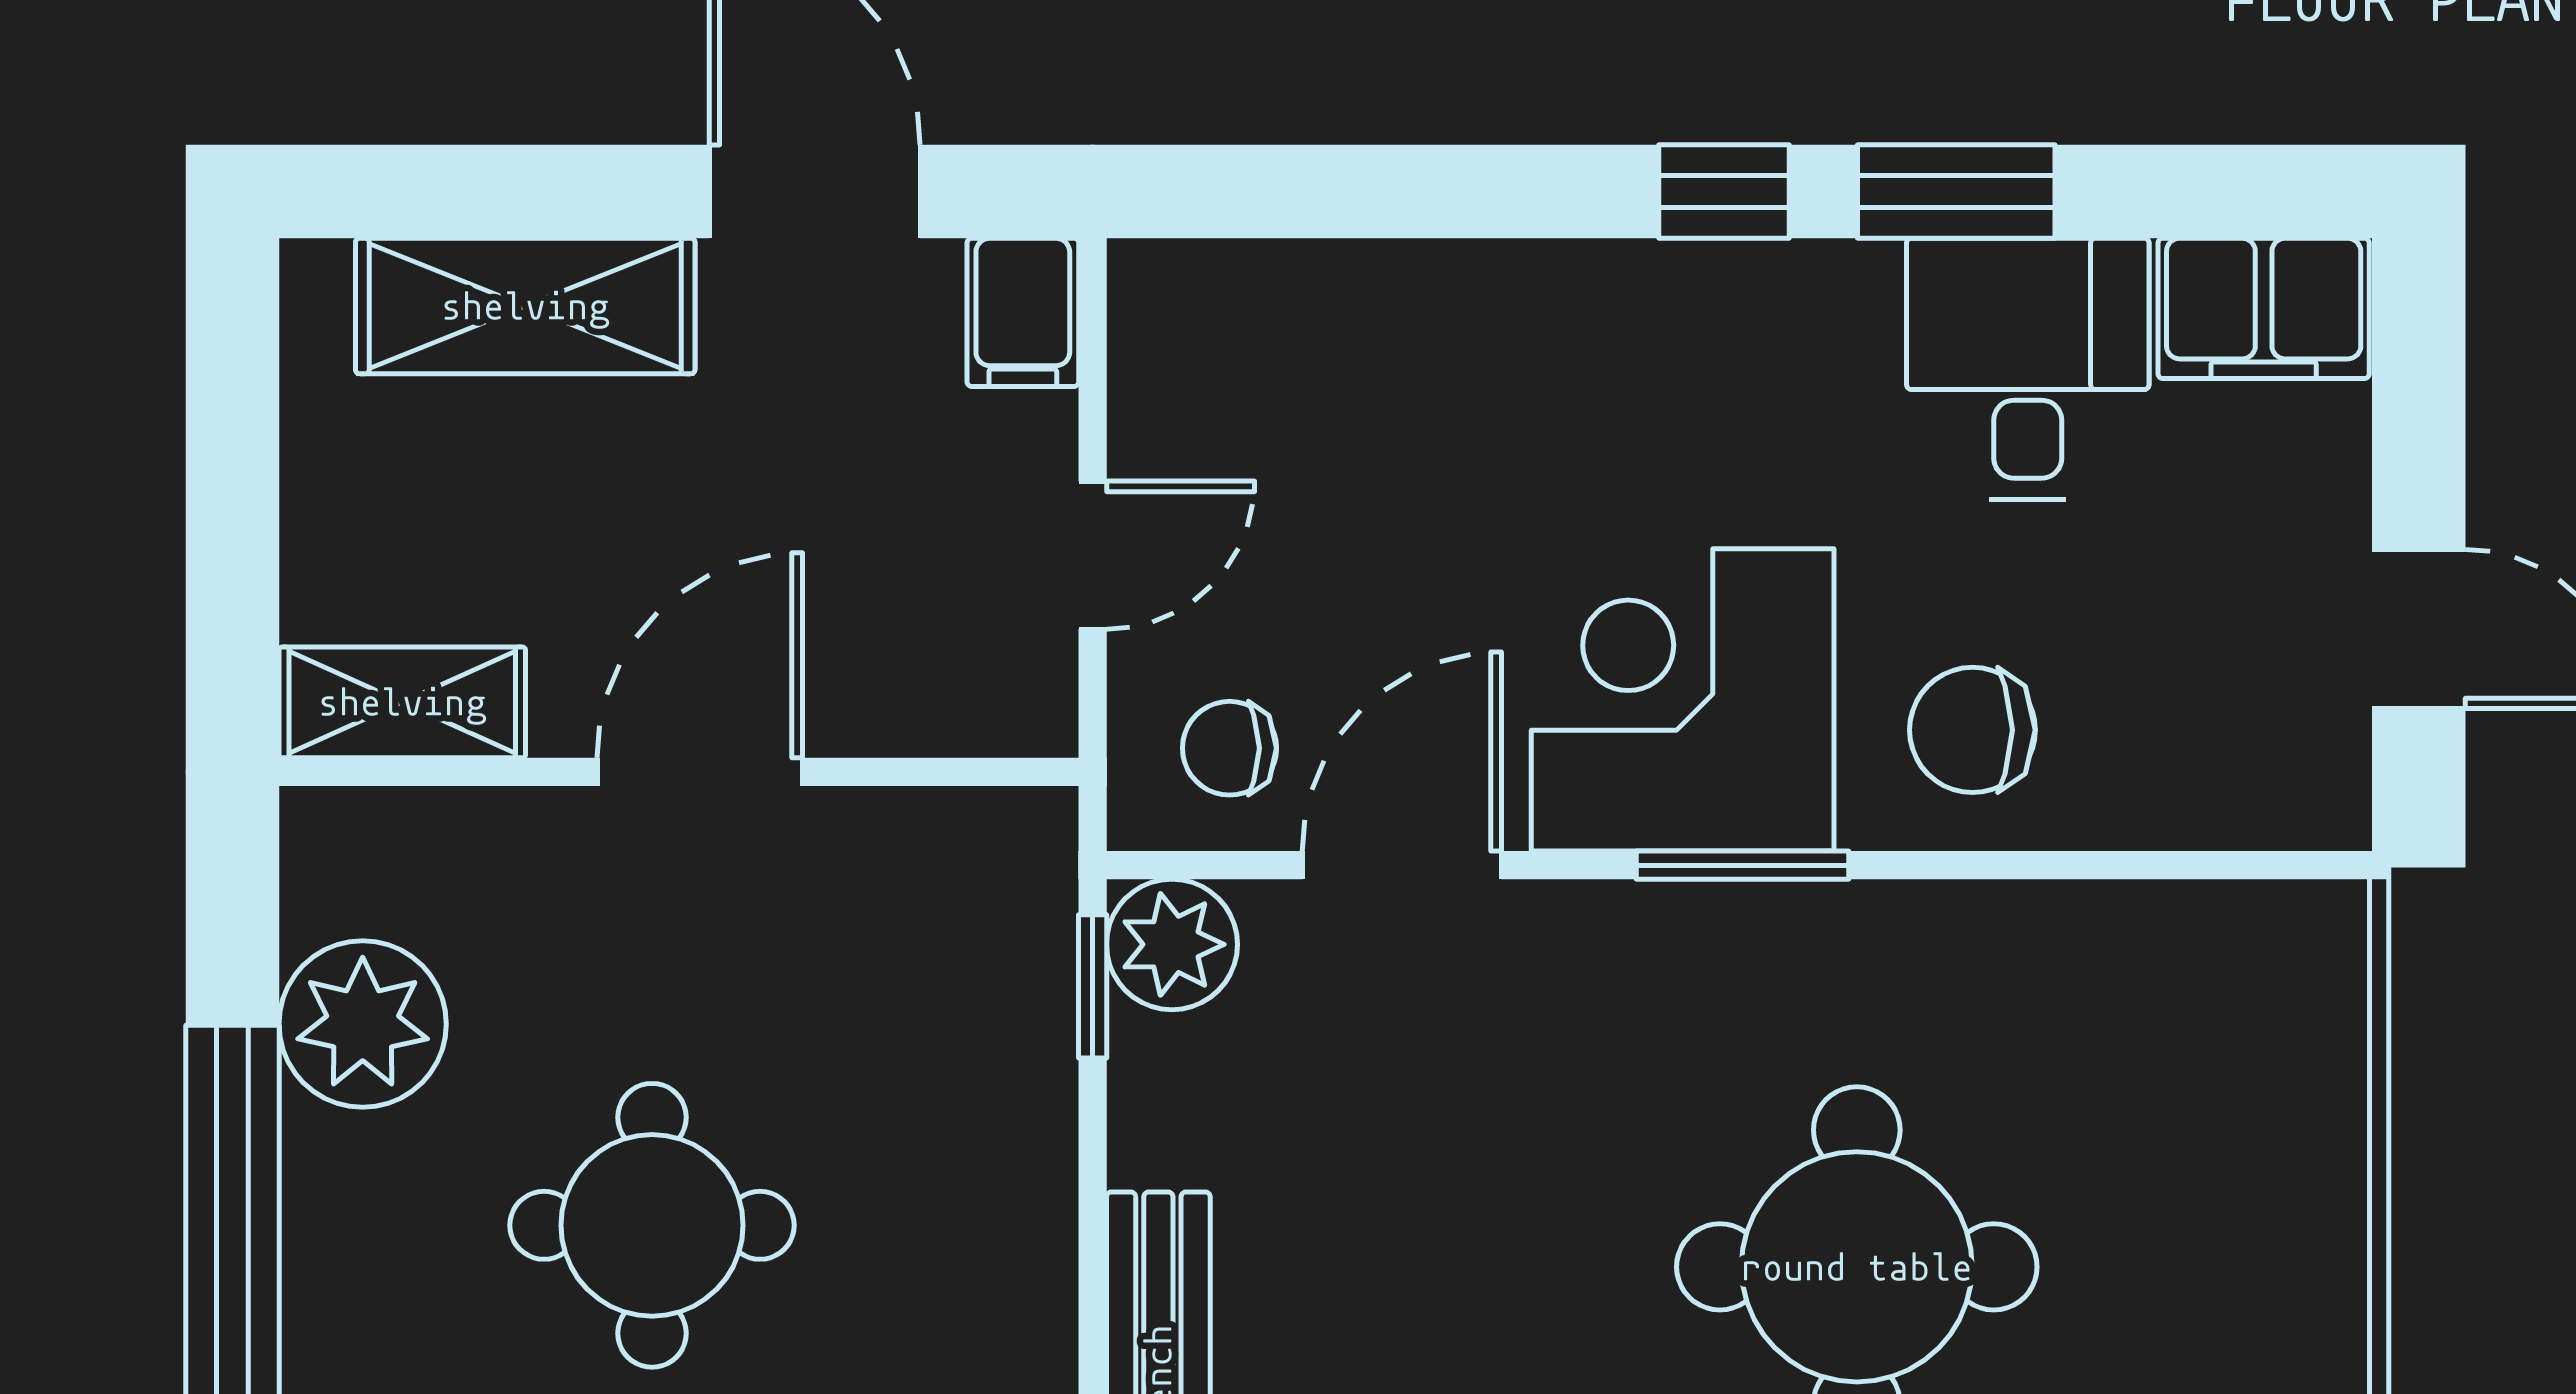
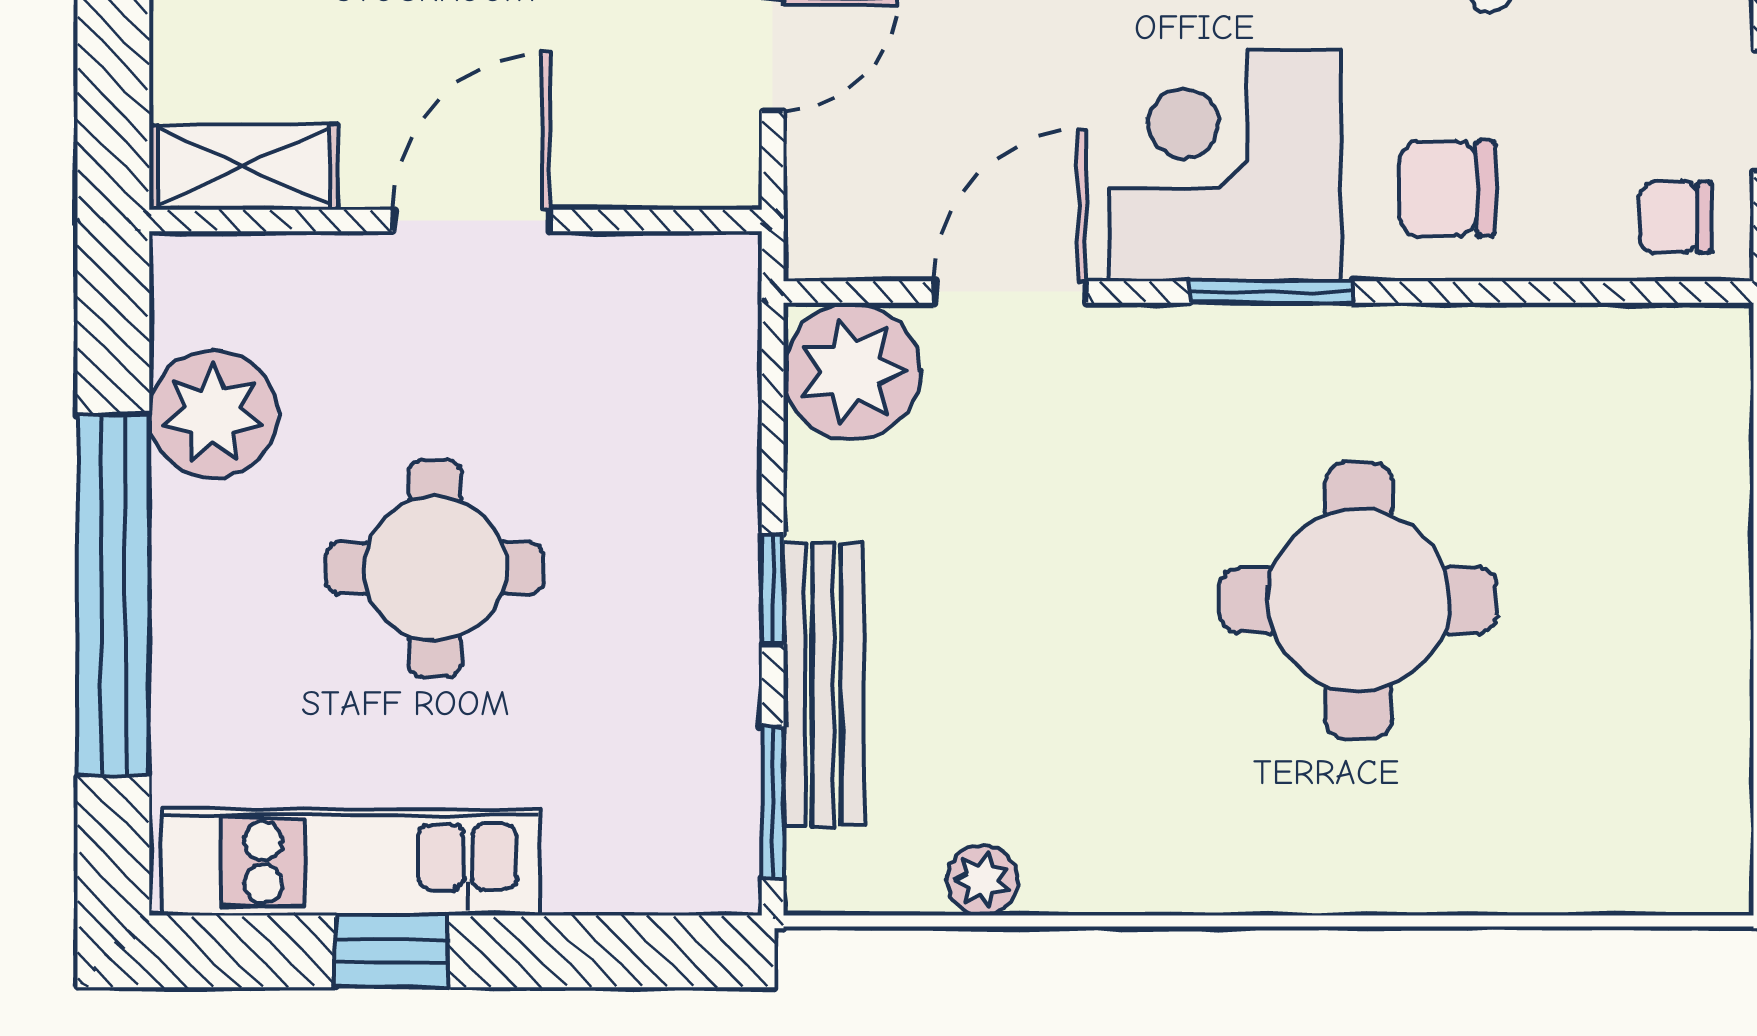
chair: (1230, 748) -> (1675, 217), moved
plant: (1172, 944) -> (852, 371), width x1.36, depth x1.36
window: (1093, 986) -> (773, 589), moved

